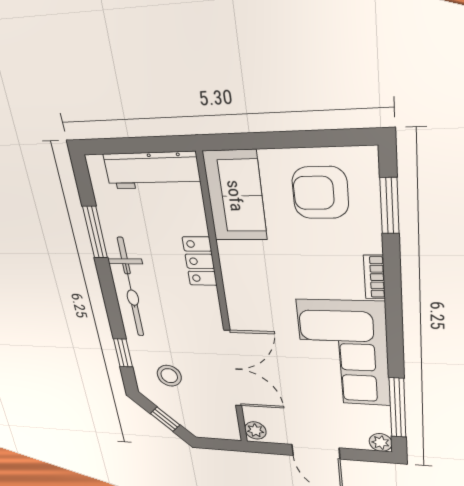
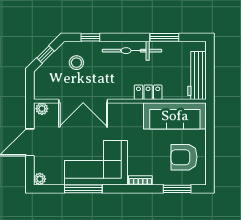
armchair: (320, 193) -> (184, 157), turned -90
sofa: (235, 196) -> (175, 116), width x1.36
window: (398, 408) -> (83, 189), moved

